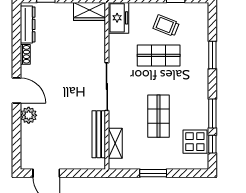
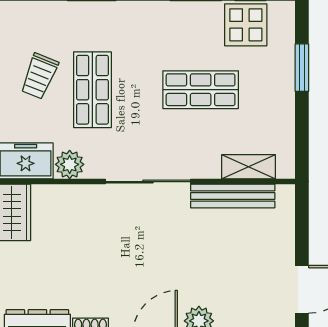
plant: (116, 43) -> (70, 164), added
window: (153, 173) -> (302, 68), moved

